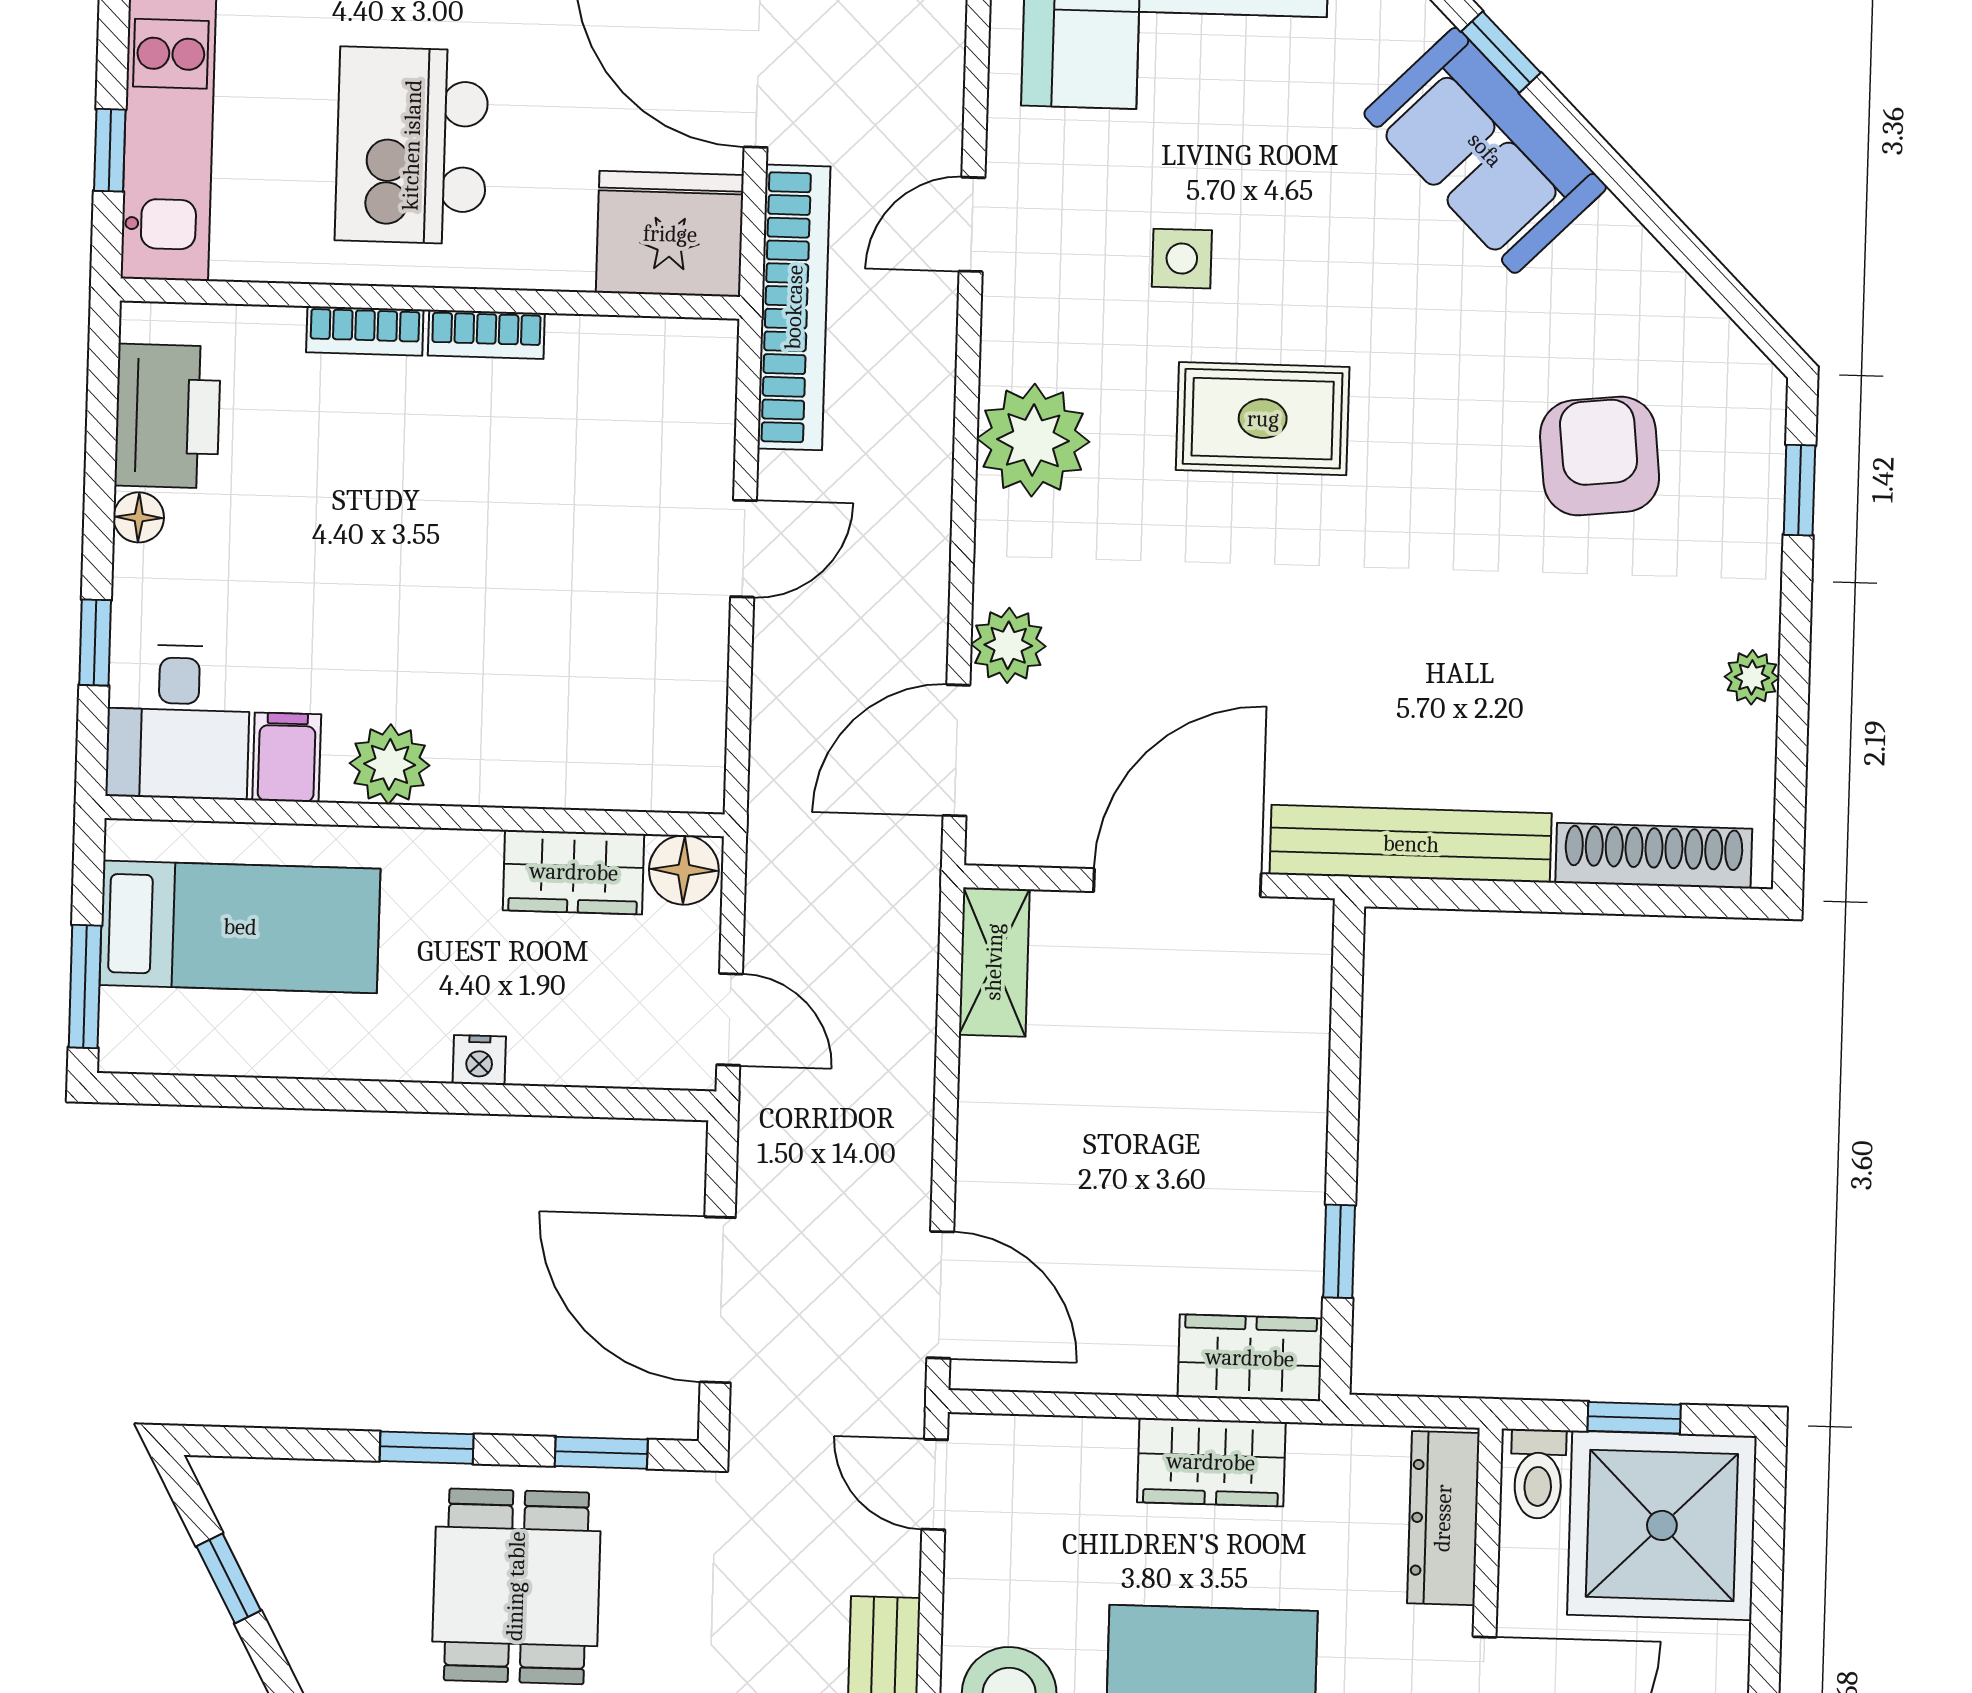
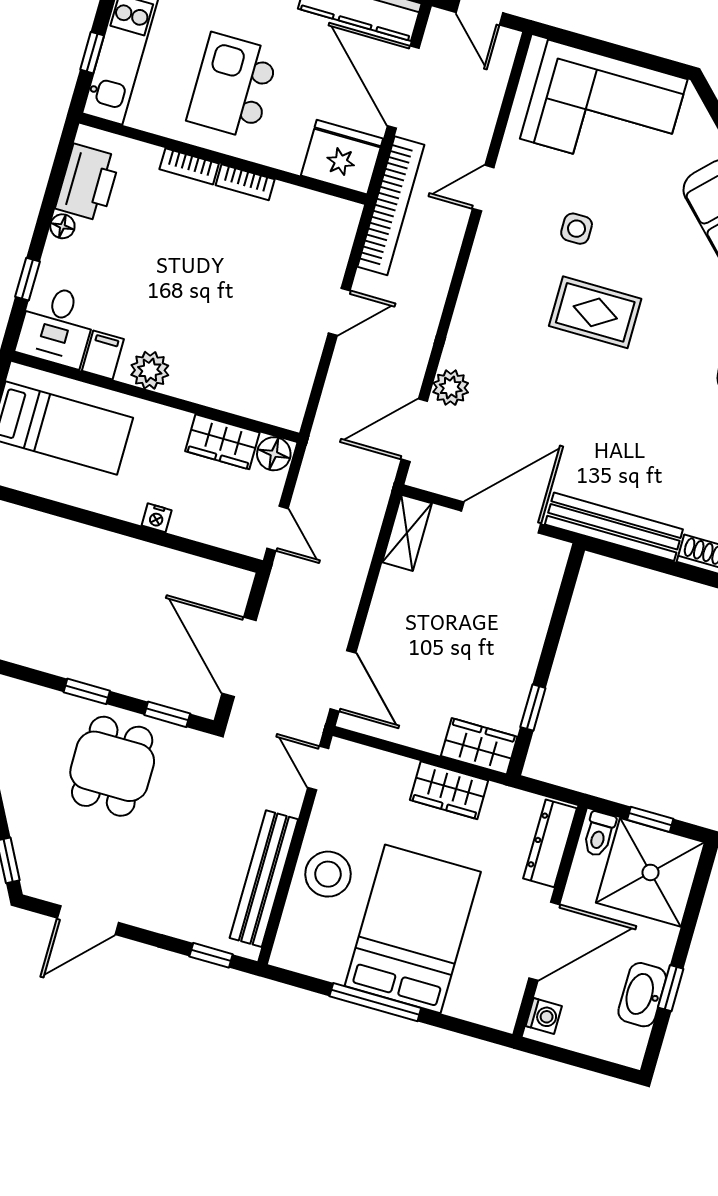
plant: (1033, 440) -> (486, 295), removed

